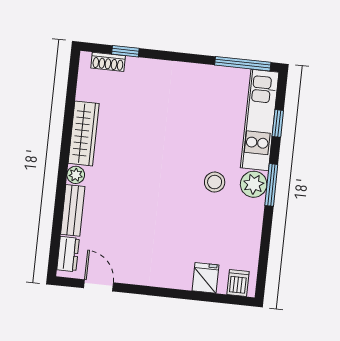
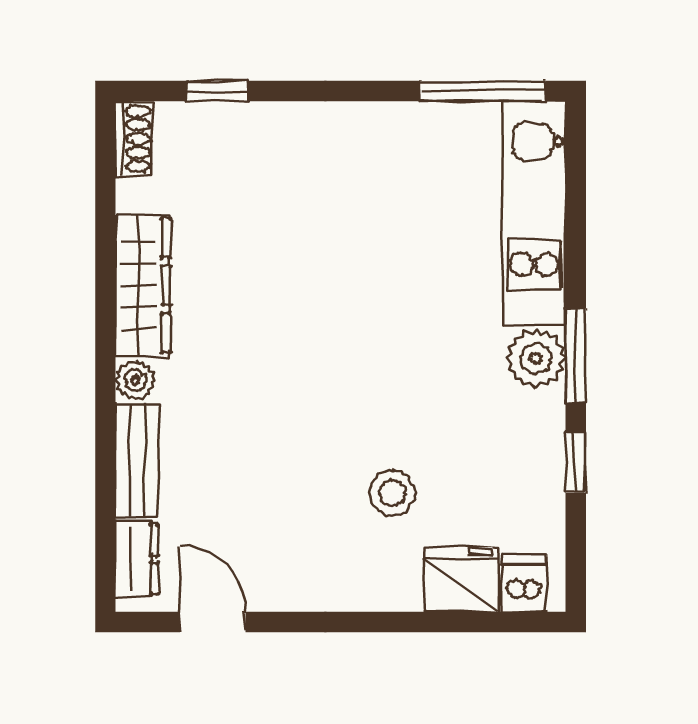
shoe rack: (108, 62) -> (134, 138), moved, turned -90
window: (278, 123) -> (576, 463), moved
stool: (215, 182) -> (392, 493), moved
fridge: (206, 278) -> (461, 580), width x1.38

